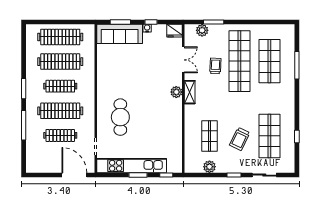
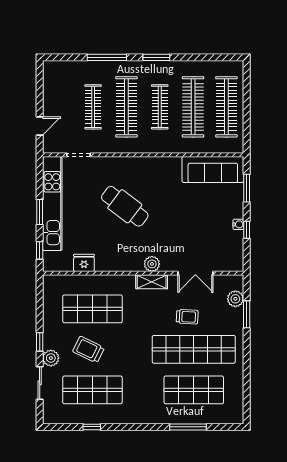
fridge: (175, 31) -> (84, 263), moved, turned 90
sofa: (120, 34) -> (213, 169), moved, turned -90
cafe table: (120, 117) -> (125, 206), moved, turned 37
shop shelf: (210, 136) -> (92, 309), width x1.43, depth x1.36
plant: (209, 167) -> (51, 358), moved
door: (74, 175) -> (40, 126), width x0.53

